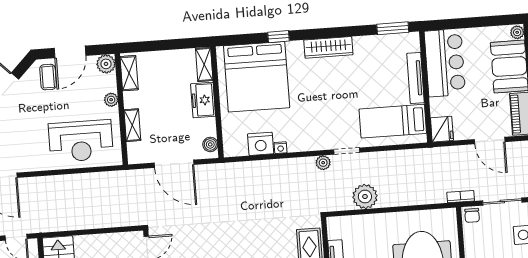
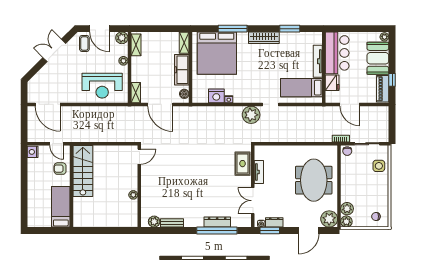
window: (393, 28) -> (290, 29), moved
window: (278, 37) -> (233, 29), width x2.17
door: (70, 52) -> (99, 29), hinge flipped
freezer: (203, 100) -> (182, 70), width x1.40
shelving: (132, 125) -> (136, 93), moved
fridge: (442, 129) -> (332, 83), moved
door: (490, 141) -> (350, 104), moved
plant: (323, 163) -> (251, 115), width x1.87, depth x1.87
plant: (365, 196) -> (280, 134), removed

